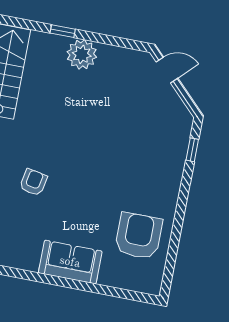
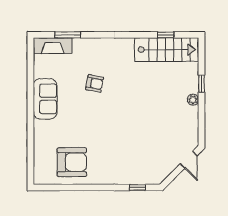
plant: (82, 54) -> (193, 100), width x0.53, depth x0.53
sofa: (70, 262) -> (45, 99), moved

